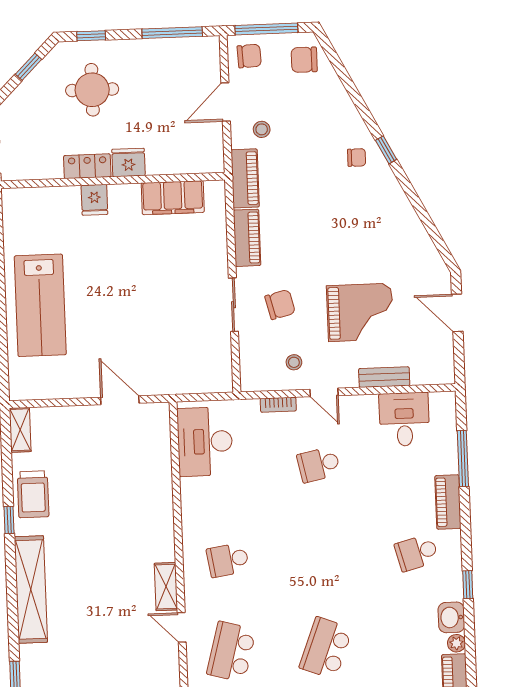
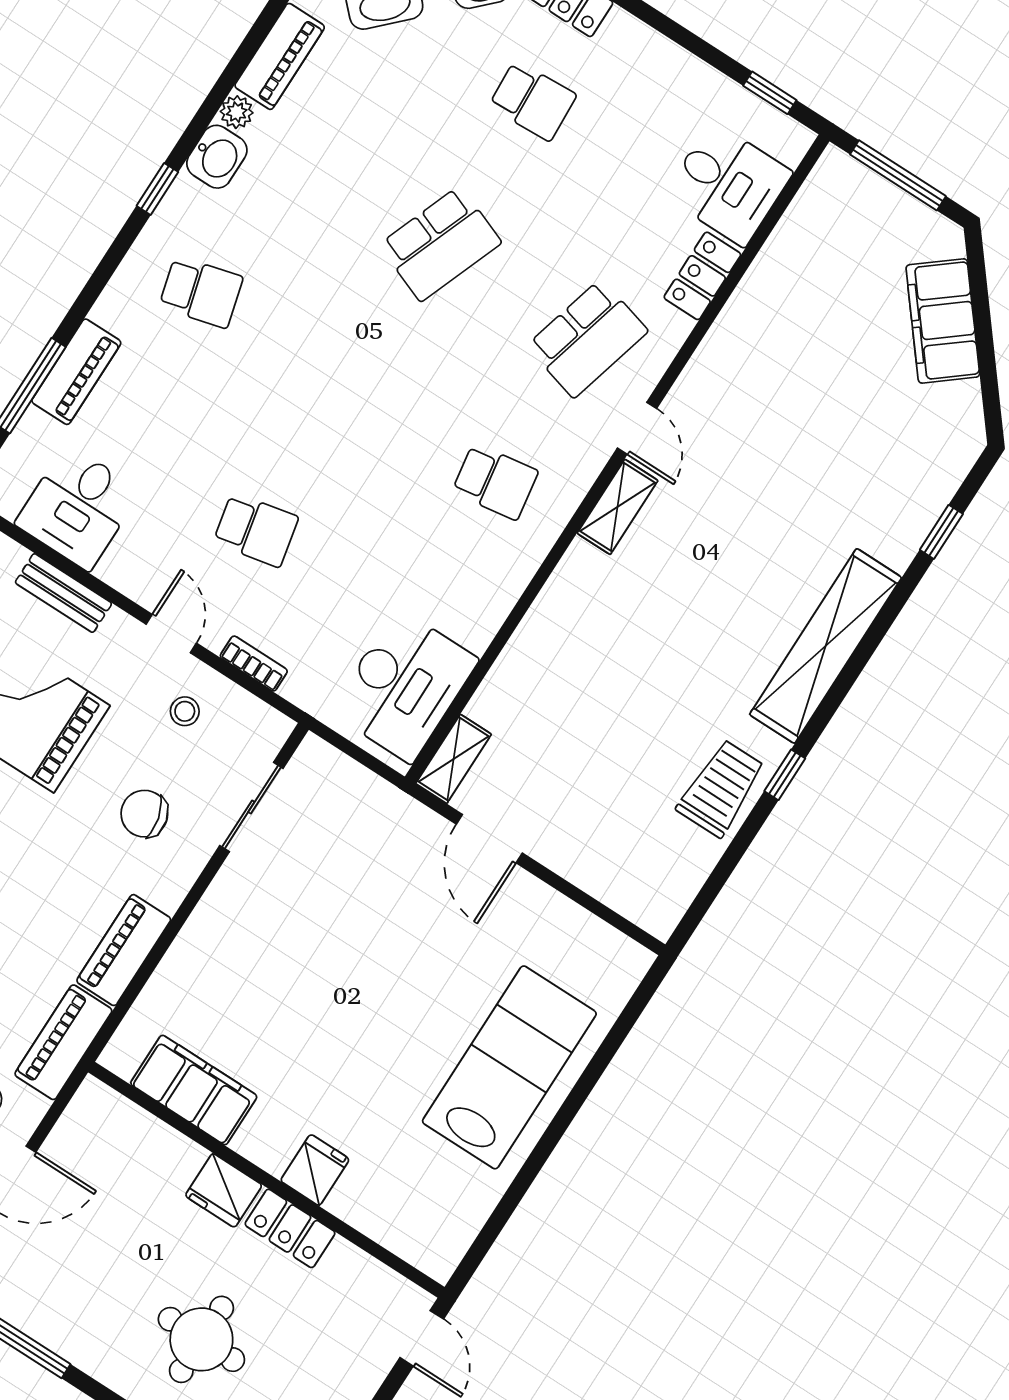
sliding door: (233, 305) -> (251, 807), moved
shelving: (20, 430) -> (454, 759), moved
piano: (448, 502) -> (76, 372), moved

